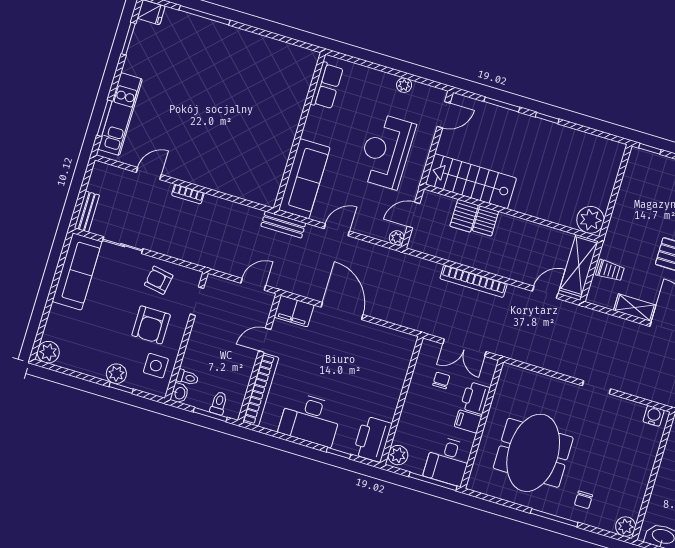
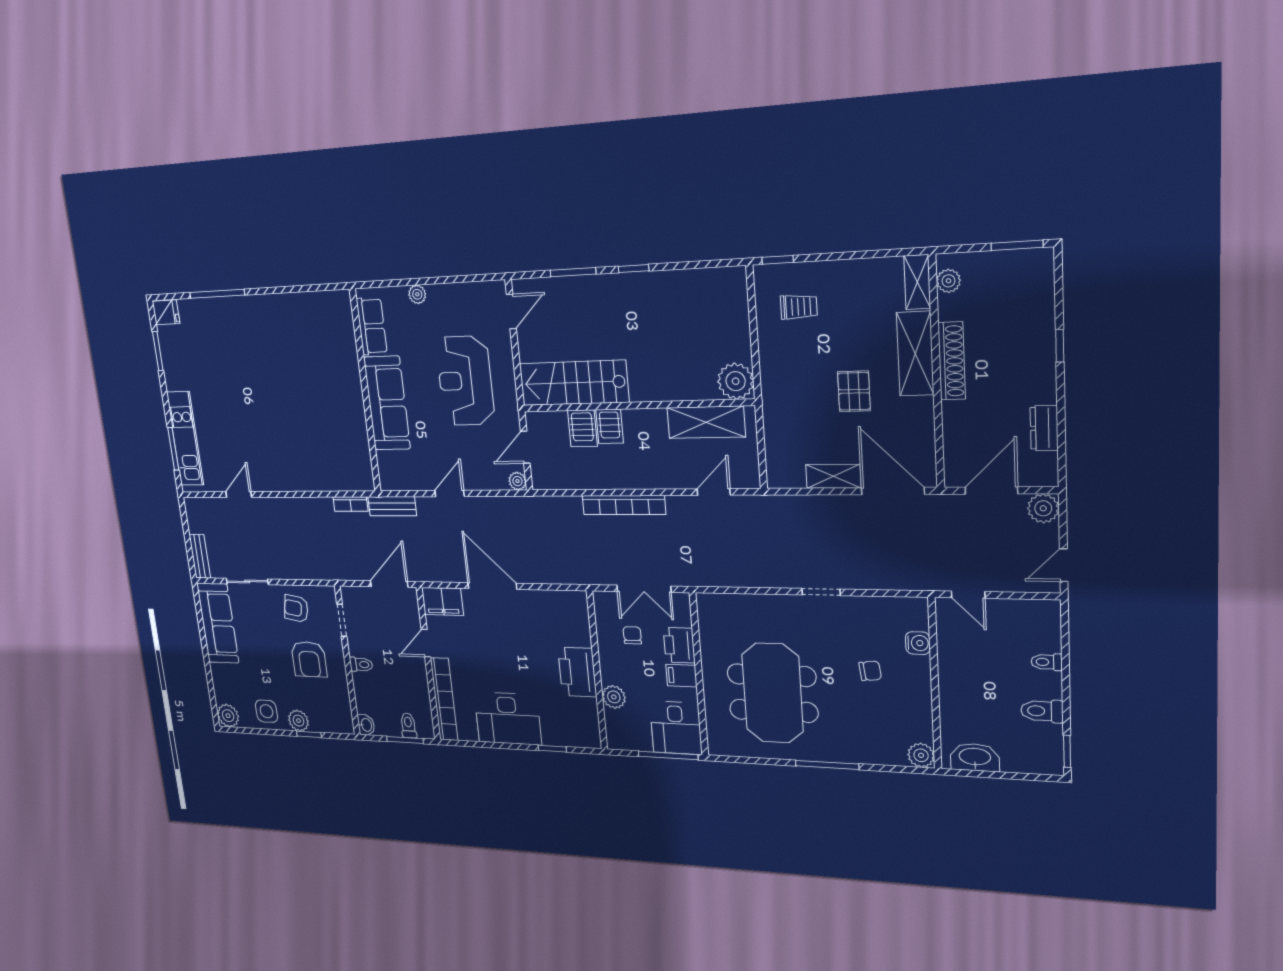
plant: (404, 85) -> (417, 294), moved
sofa: (304, 179) -> (387, 403), moved
bookcase: (188, 194) -> (350, 504), moved
shelving: (579, 266) -> (706, 422), moved, turned 90
trolley: (610, 271) -> (799, 307), moved
door: (253, 284) -> (389, 584), width x1.38
side table: (156, 366) -> (266, 711), moved
toilet: (187, 377) -> (361, 664), moved
water cooler: (654, 416) -> (918, 643), moved, turned 90
printer: (372, 439) -> (577, 672), moved
plant: (398, 455) -> (614, 697), moved
chair: (583, 500) -> (870, 671), moved, turned -97

